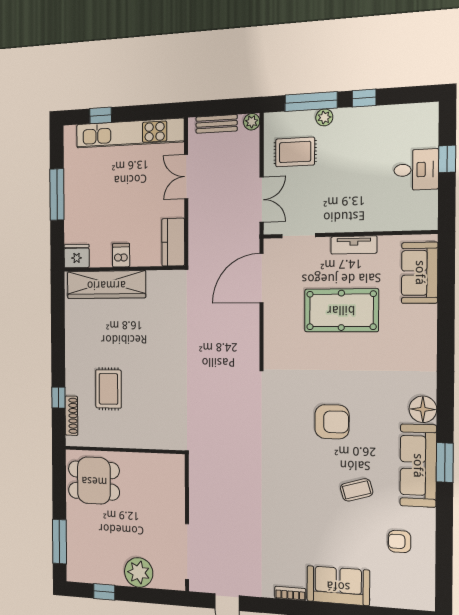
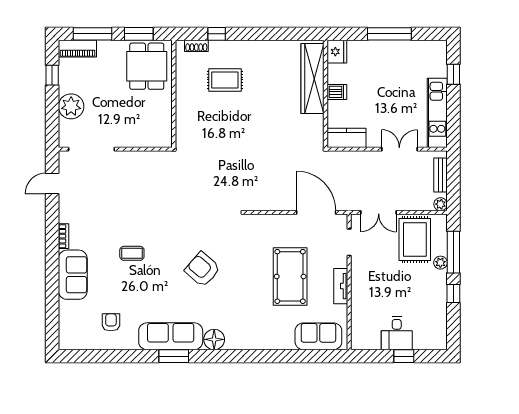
kitchen unit: (130, 133) -> (437, 113), width x0.73
rug: (295, 152) -> (415, 239), width x1.36, depth x1.43
shoe rack: (71, 416) -> (196, 46), width x0.70
armchair: (332, 422) -> (203, 269), turned 131
window: (59, 488) -> (139, 34), added
coffee table: (357, 490) -> (132, 253), moved, turned -74
piano: (75, 560) -> (77, 49), added

